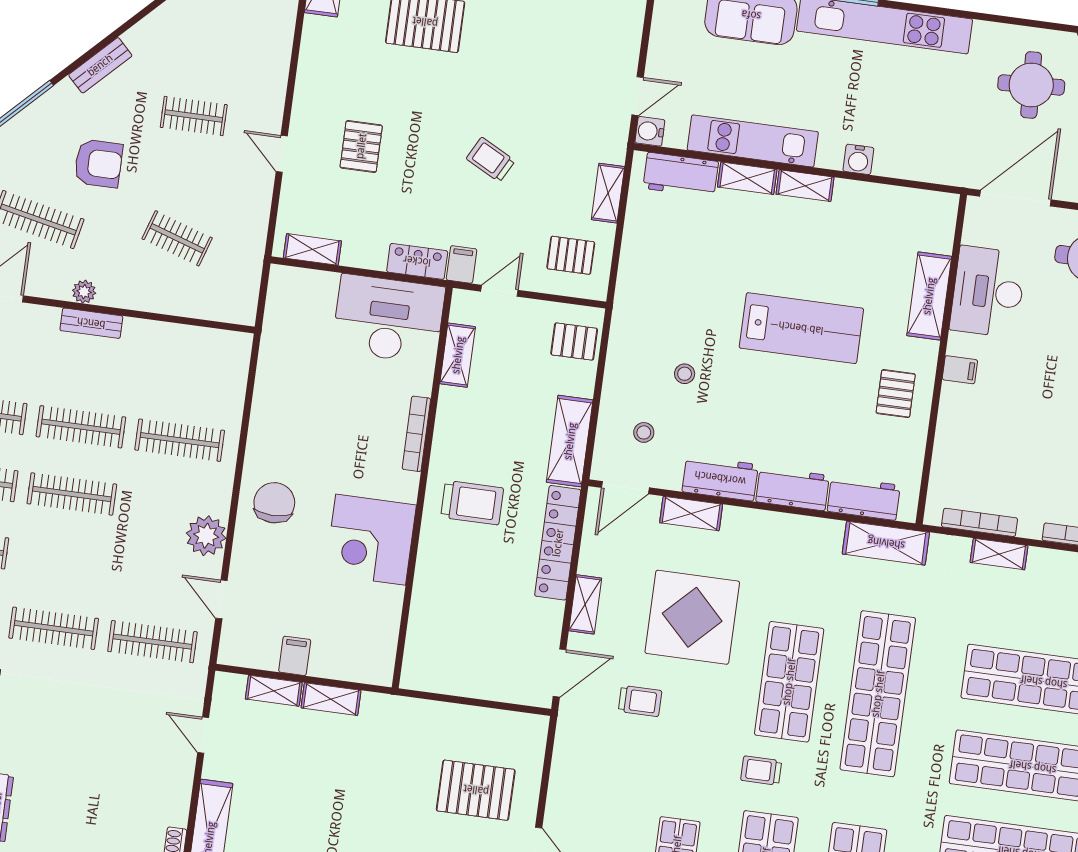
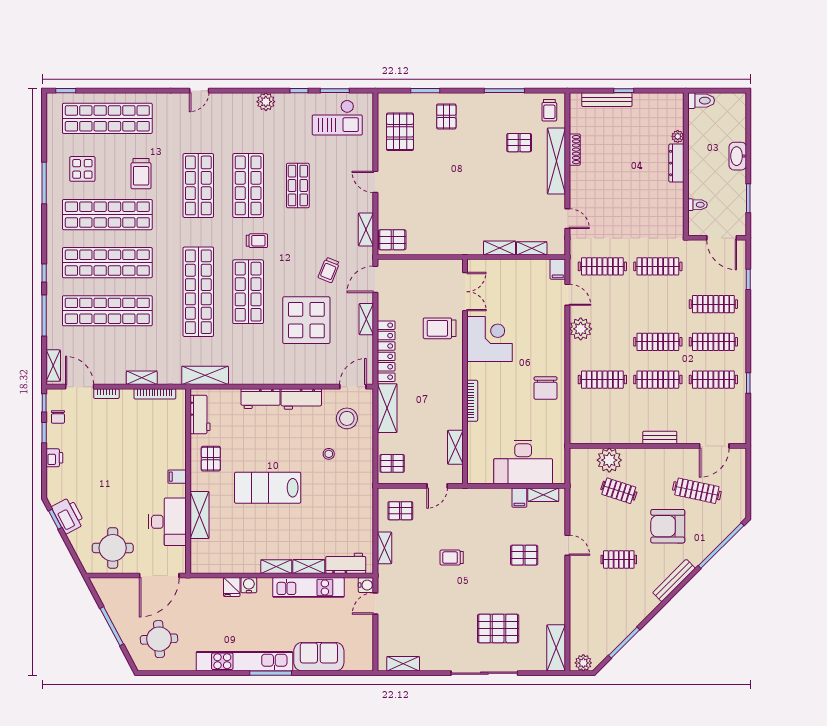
bench: (100, 65) -> (674, 580), width x1.36
pallet: (361, 146) -> (524, 555), turned 90
trolley: (491, 160) -> (452, 558), turned 152
fridge: (889, 160) -> (232, 587), added
armchair: (98, 163) -> (668, 526), width x1.36, depth x1.36
locker: (417, 261) -> (485, 496), removed
filing cabinet: (462, 264) -> (519, 498), moved
plant: (84, 292) -> (609, 460), moved, width x1.88, depth x1.88
desk: (388, 319) -> (523, 462), moved
stool: (644, 432) -> (347, 418), width x1.89, depth x1.89
workbench: (864, 498) -> (200, 414), moved, turned -90
chair: (274, 503) -> (546, 388), moved
trolley: (472, 503) -> (440, 328), moved
shelving: (691, 514) -> (366, 229), moved, turned 90
double door: (403, 630) -> (465, 292), added
filing cabinet: (295, 656) -> (558, 269), moved
trolley: (640, 701) -> (329, 270), turned -68
pallet: (476, 790) -> (392, 240), moved, width x0.67, depth x0.71

